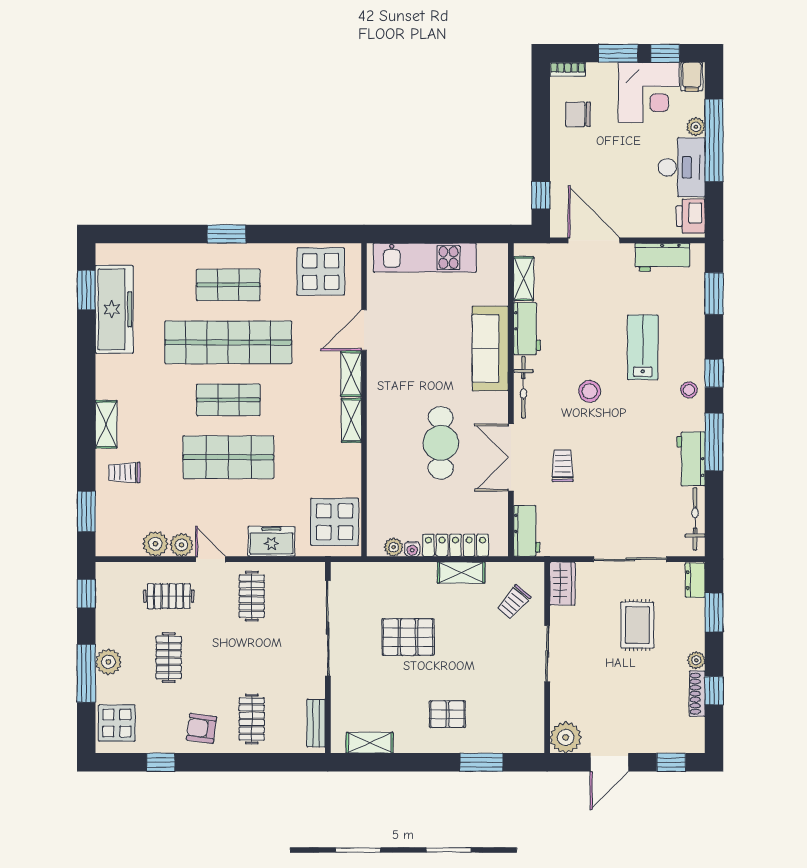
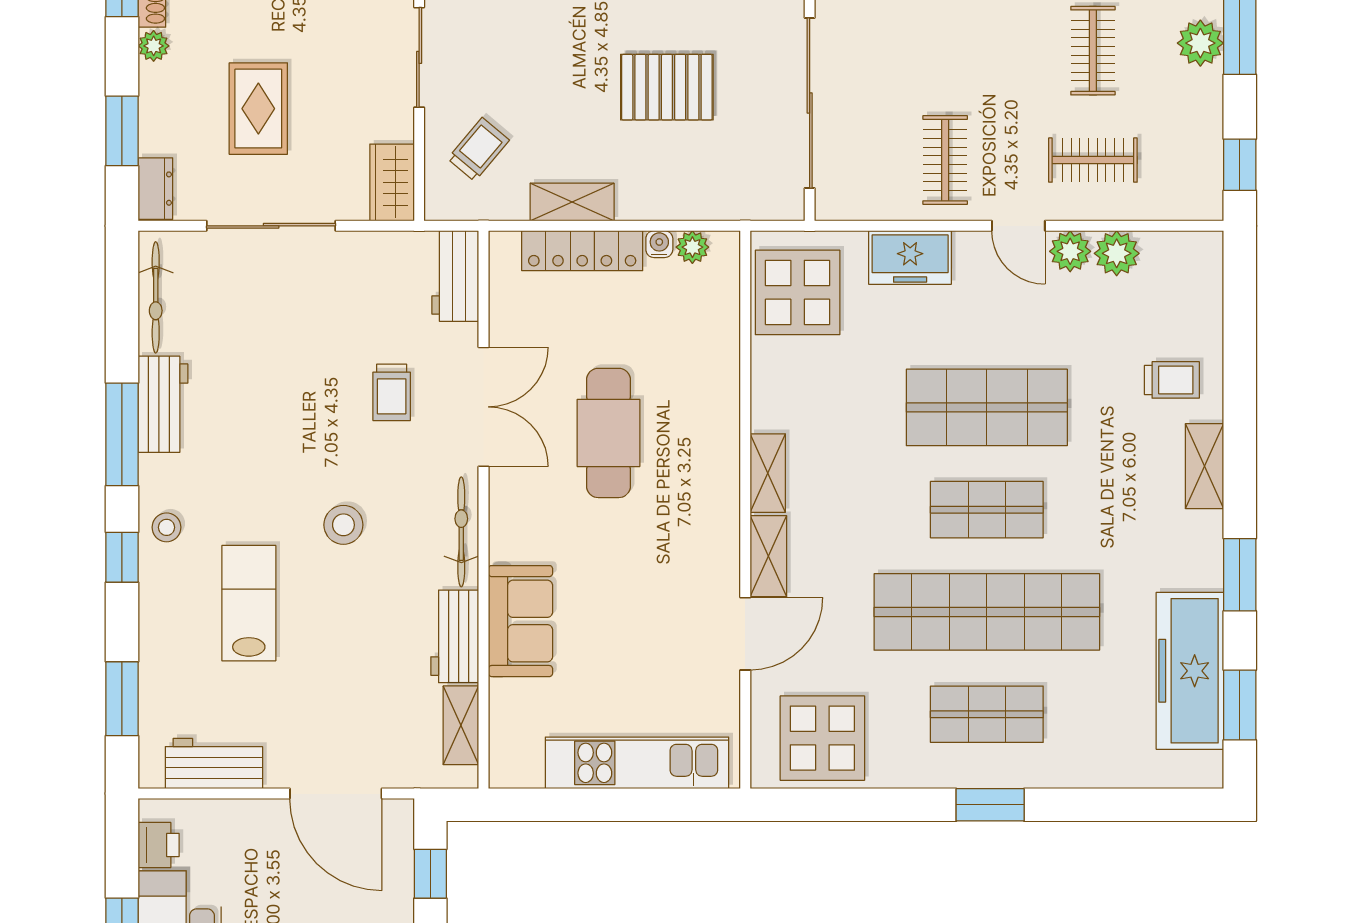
printer: (691, 216) -> (159, 845), width x0.73, depth x0.81
lab bench: (643, 347) -> (249, 603), turned 180
sofa: (490, 348) -> (520, 621), width x0.73
window: (86, 511) -> (1240, 575), moved

